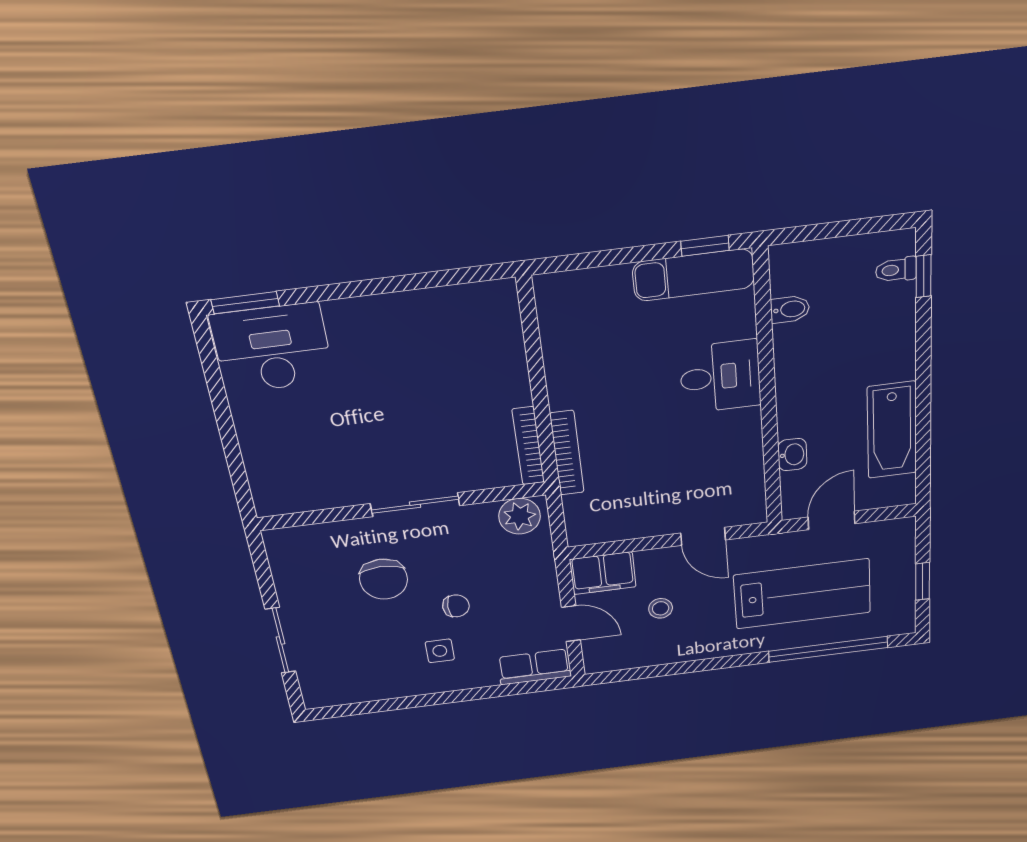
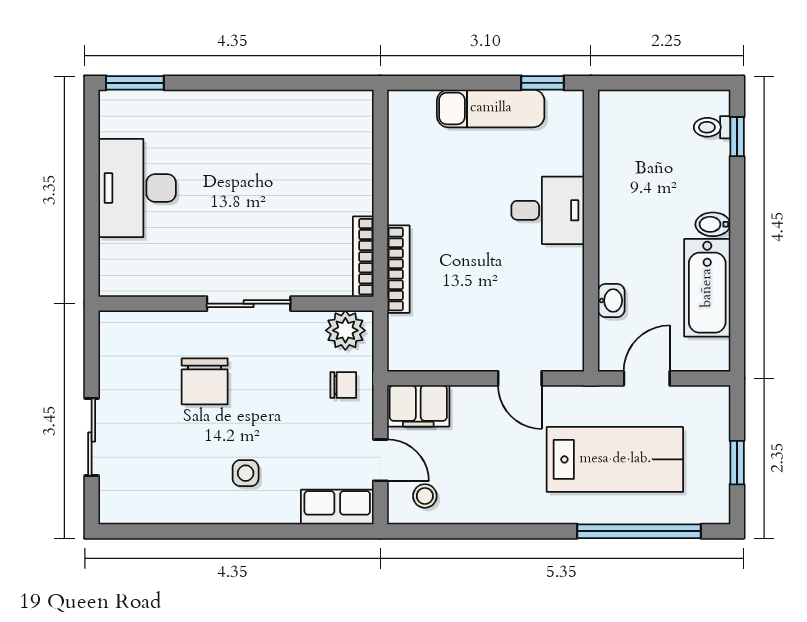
exam couch: (694, 275) -> (491, 108), moved
bidet: (790, 309) -> (713, 224), moved, turned 180
desk: (272, 348) -> (137, 188), moved, turned -90
chair: (456, 606) -> (343, 385), moved
stool: (661, 608) -> (425, 496), moved

